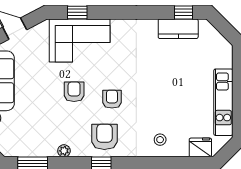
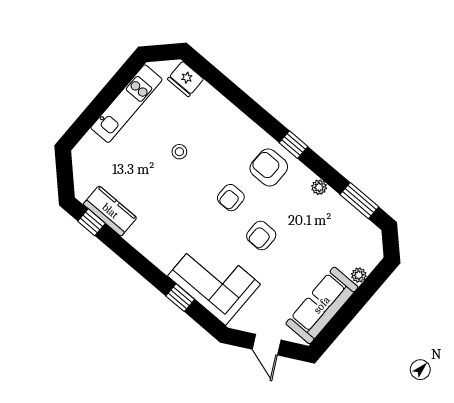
window: (77, 12) -> (180, 298), moved
armchair: (104, 137) -> (269, 168), turned 90
stool: (160, 140) -> (179, 152), moved

